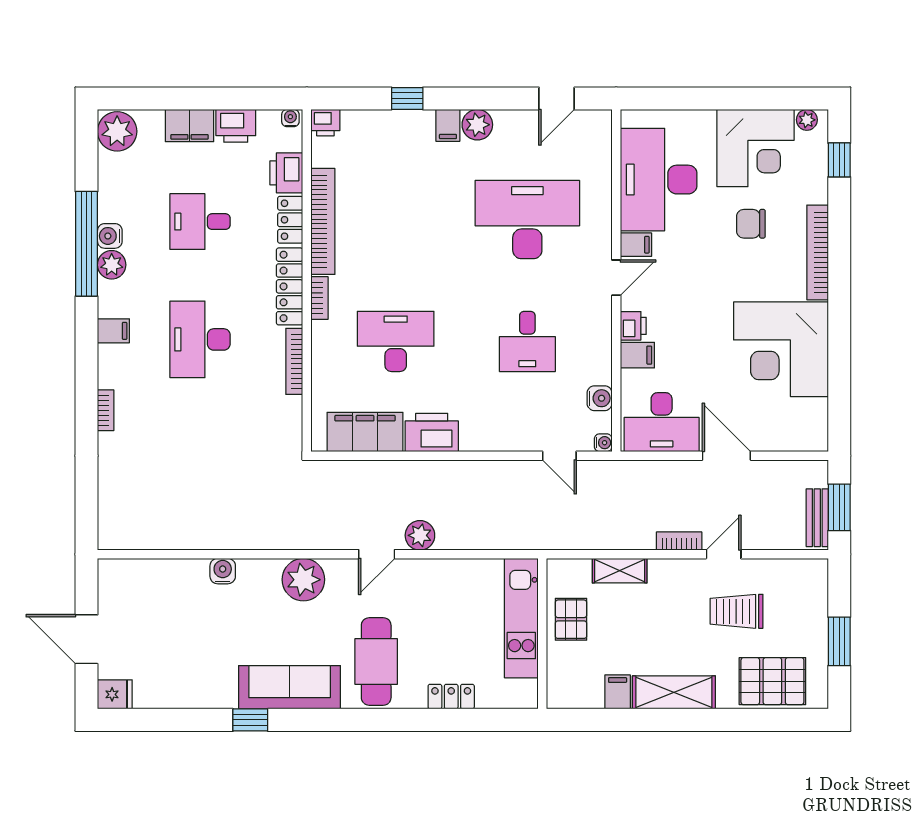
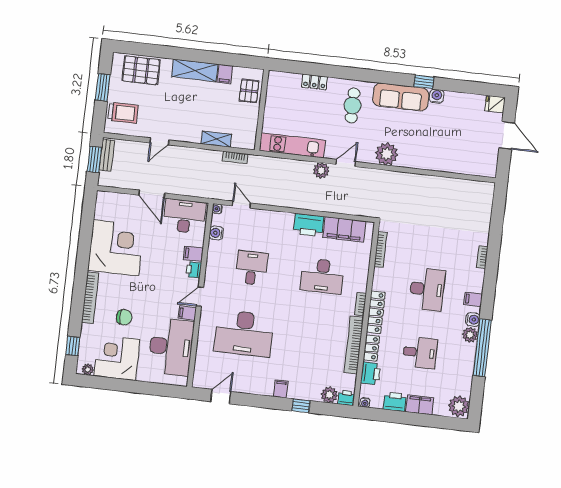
plant: (477, 125) -> (329, 395), moved
water cooler: (110, 236) -> (473, 320), moved
bookcase: (294, 361) -> (381, 250), moved
bookcase: (679, 541) -> (235, 157), moved
water cooler: (223, 571) -> (437, 96), moved, turned 180
trolley: (737, 611) -> (123, 113), moved
kitchen unit: (521, 618) -> (292, 145), moved, turned -90
pallet: (571, 619) -> (249, 91), moved
cafe table: (376, 661) -> (353, 105), width x0.73, depth x0.74

